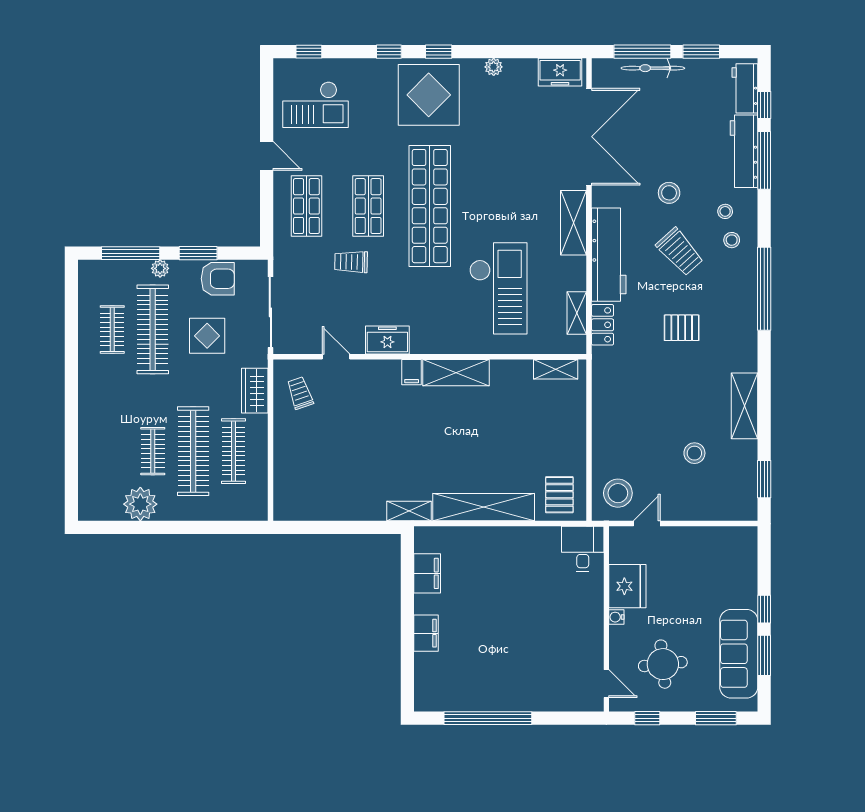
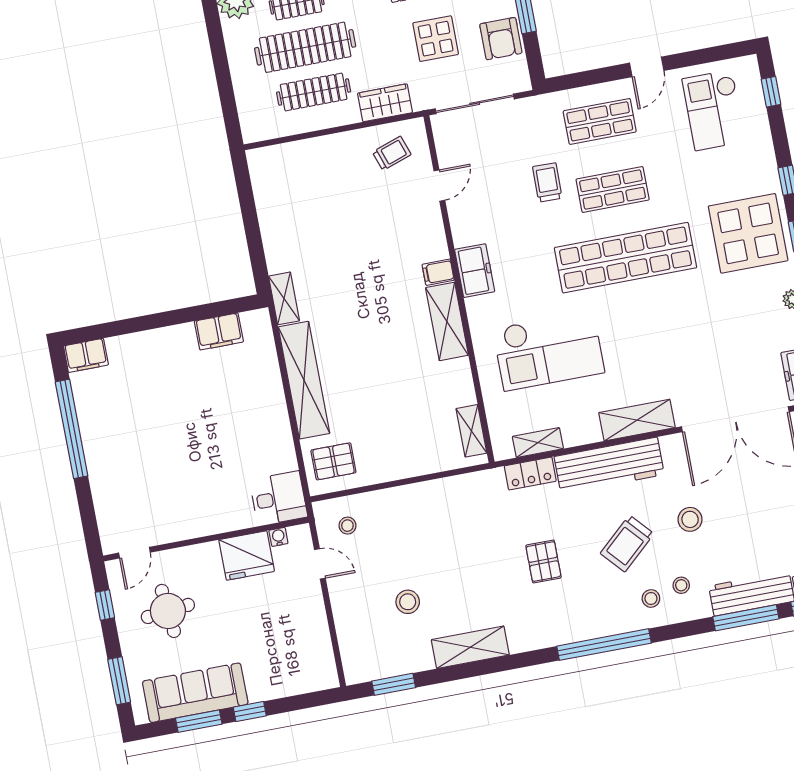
freezer: (387, 340) -> (475, 271), moved
stool: (618, 493) -> (347, 526), width x0.53, depth x0.53
water cooler: (616, 617) -> (278, 537), moved
filing cabinet: (426, 633) -> (86, 355), moved

